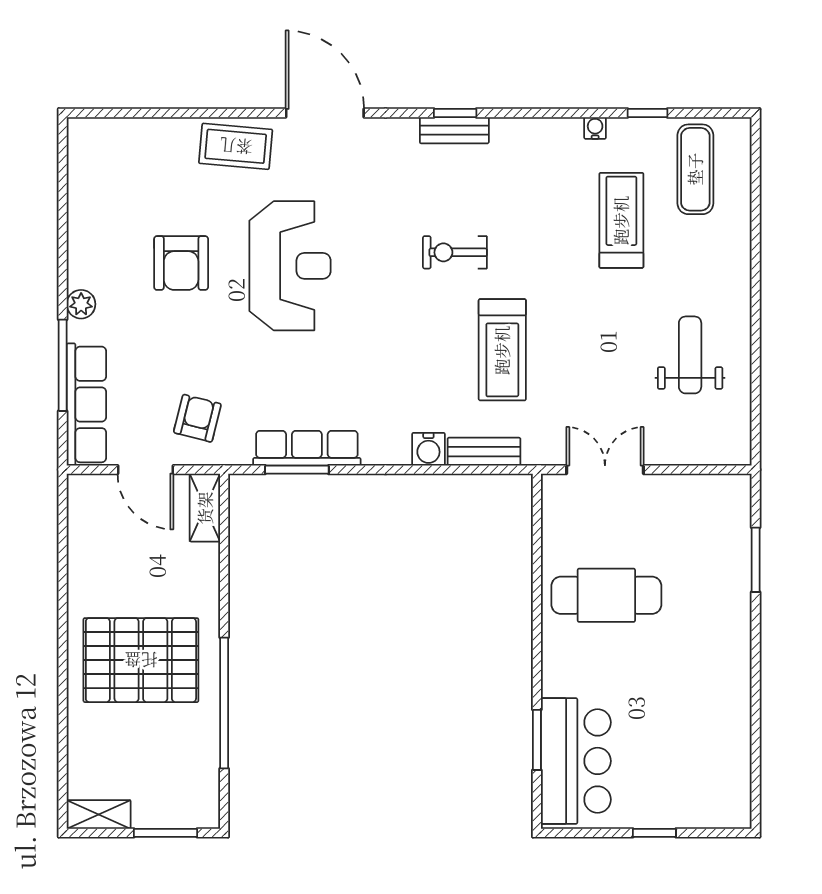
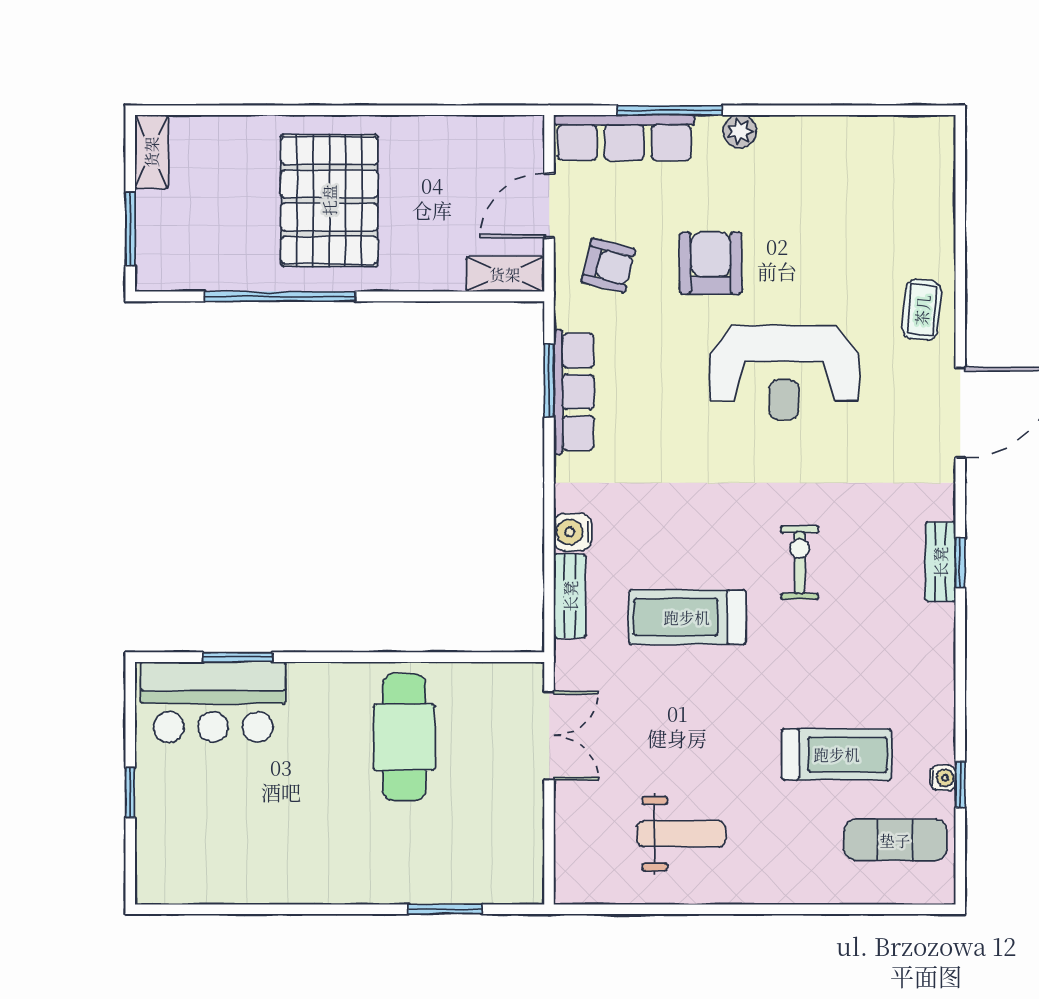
water cooler: (595, 128) -> (943, 778), moved
coffee table: (236, 146) -> (922, 310), width x0.73, depth x0.77
armchair: (181, 263) -> (711, 263), moved, turned 90

